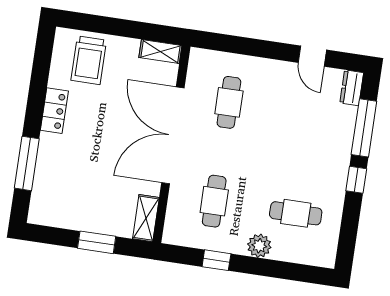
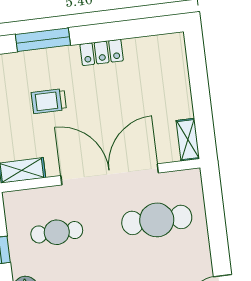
trolley: (89, 60) -> (49, 101), moved, width x0.73, depth x0.72
cafe table: (229, 102) -> (157, 220), width x1.37, depth x1.35

